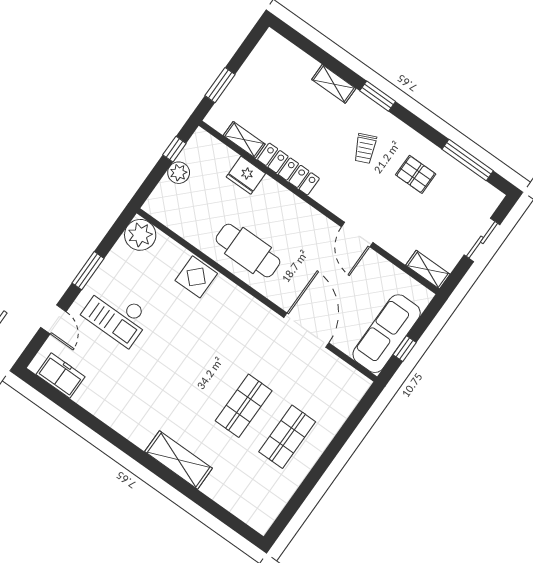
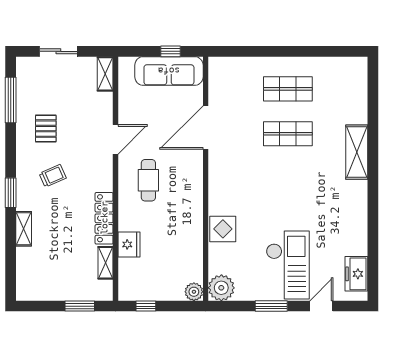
plant: (179, 173) -> (194, 292), moved
cafe table: (248, 251) -> (148, 180), moved, width x0.73, depth x0.74
checkout: (116, 315) -> (288, 265), width x1.36, depth x1.21

